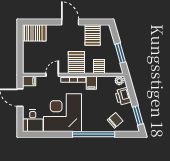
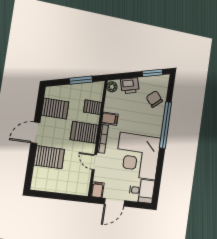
server rack: (34, 33) -> (49, 157), moved, turned 90

